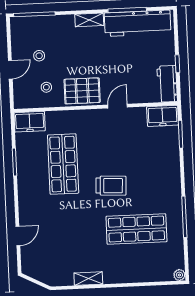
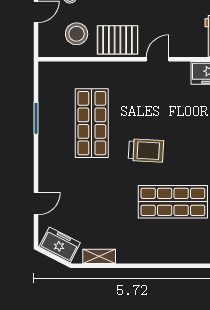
stool: (46, 87) -> (77, 34), width x1.89, depth x1.89
freezer: (30, 122) -> (60, 245), moved, turned -153
shelving: (88, 279) -> (99, 256), moved

